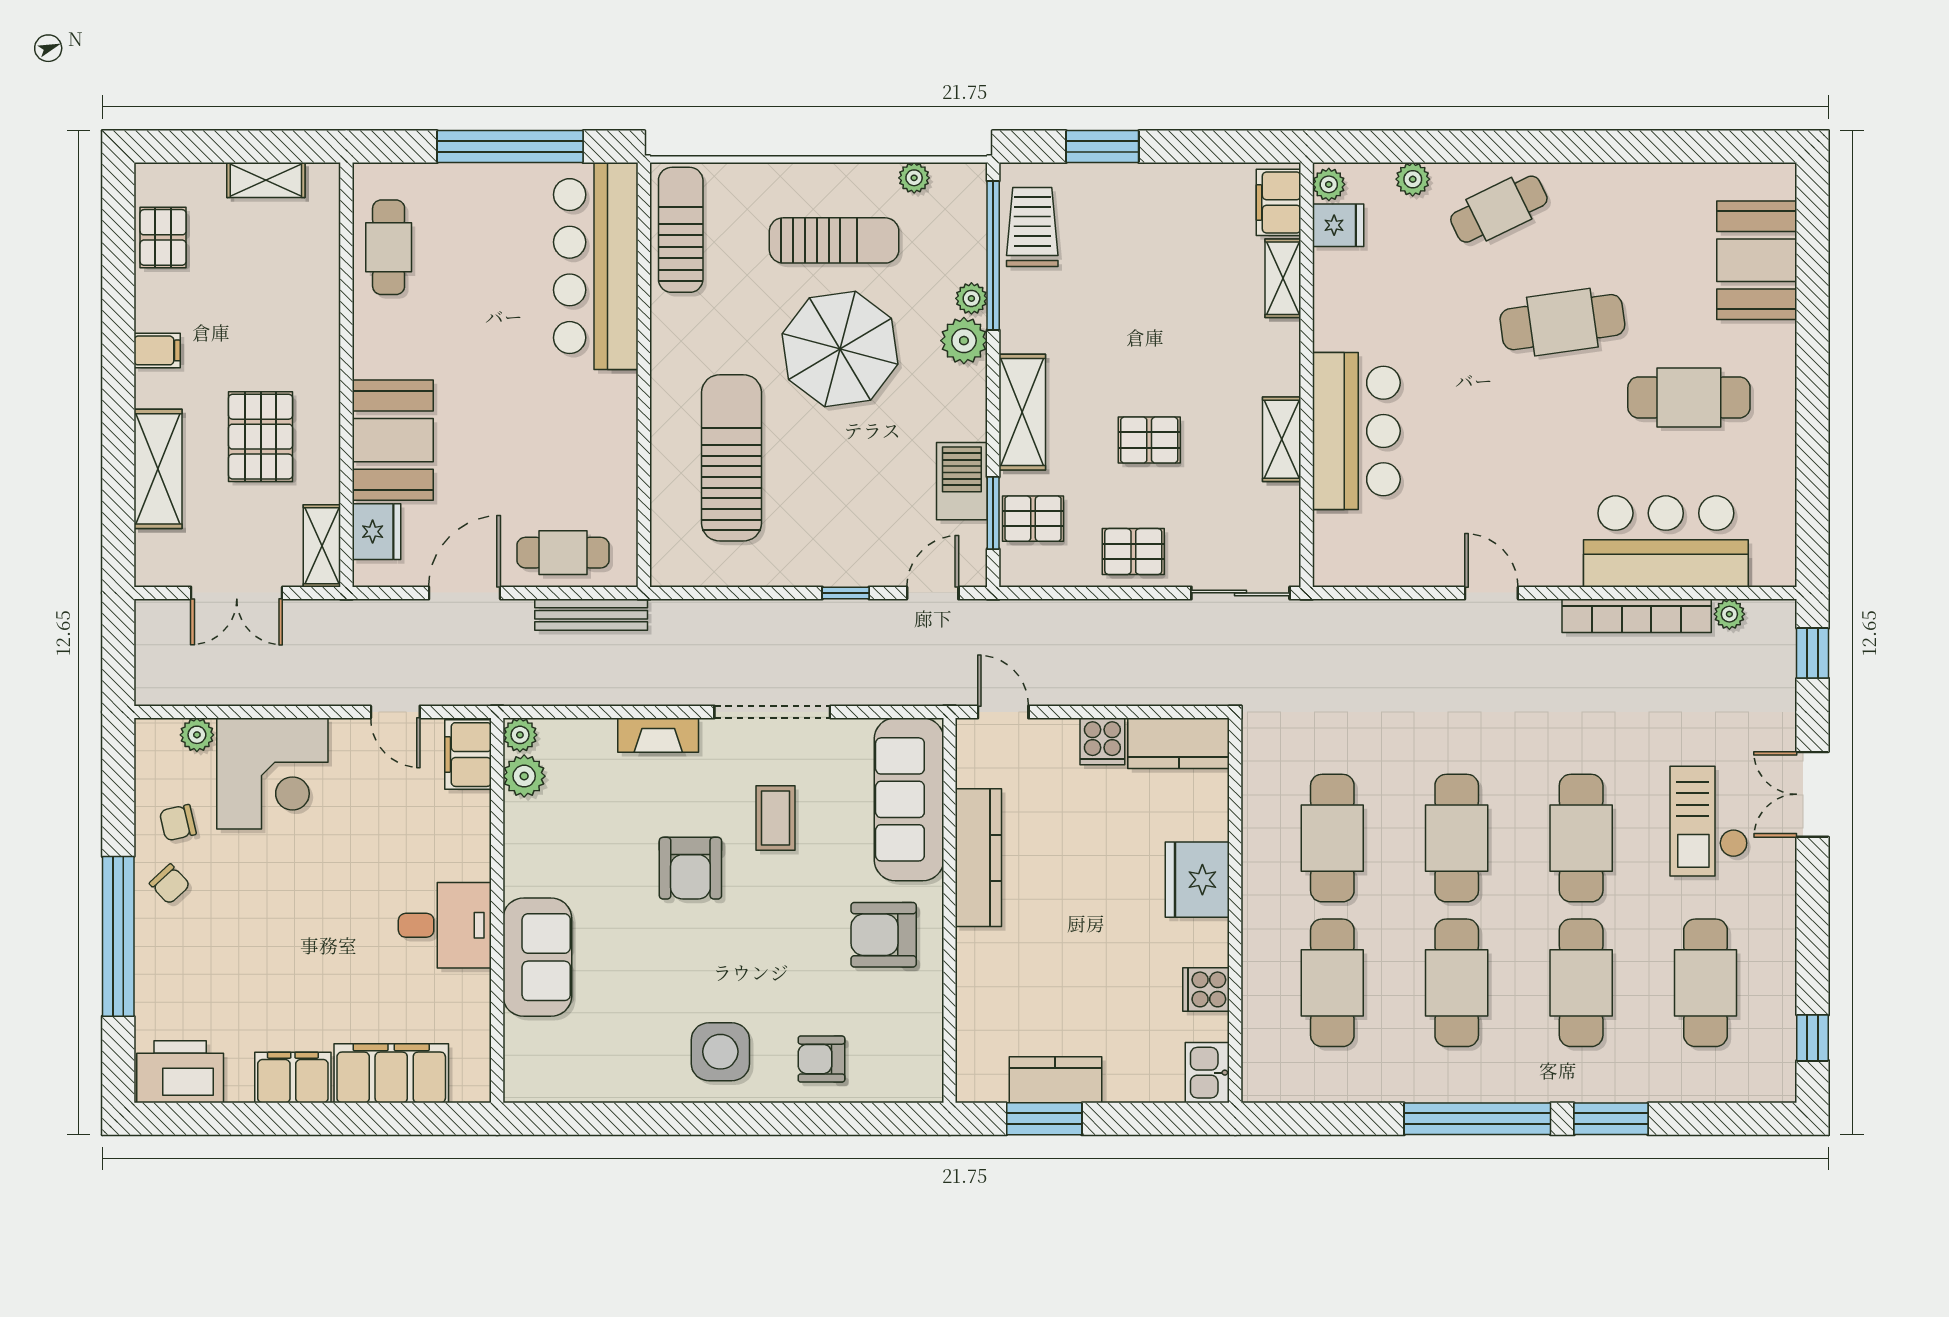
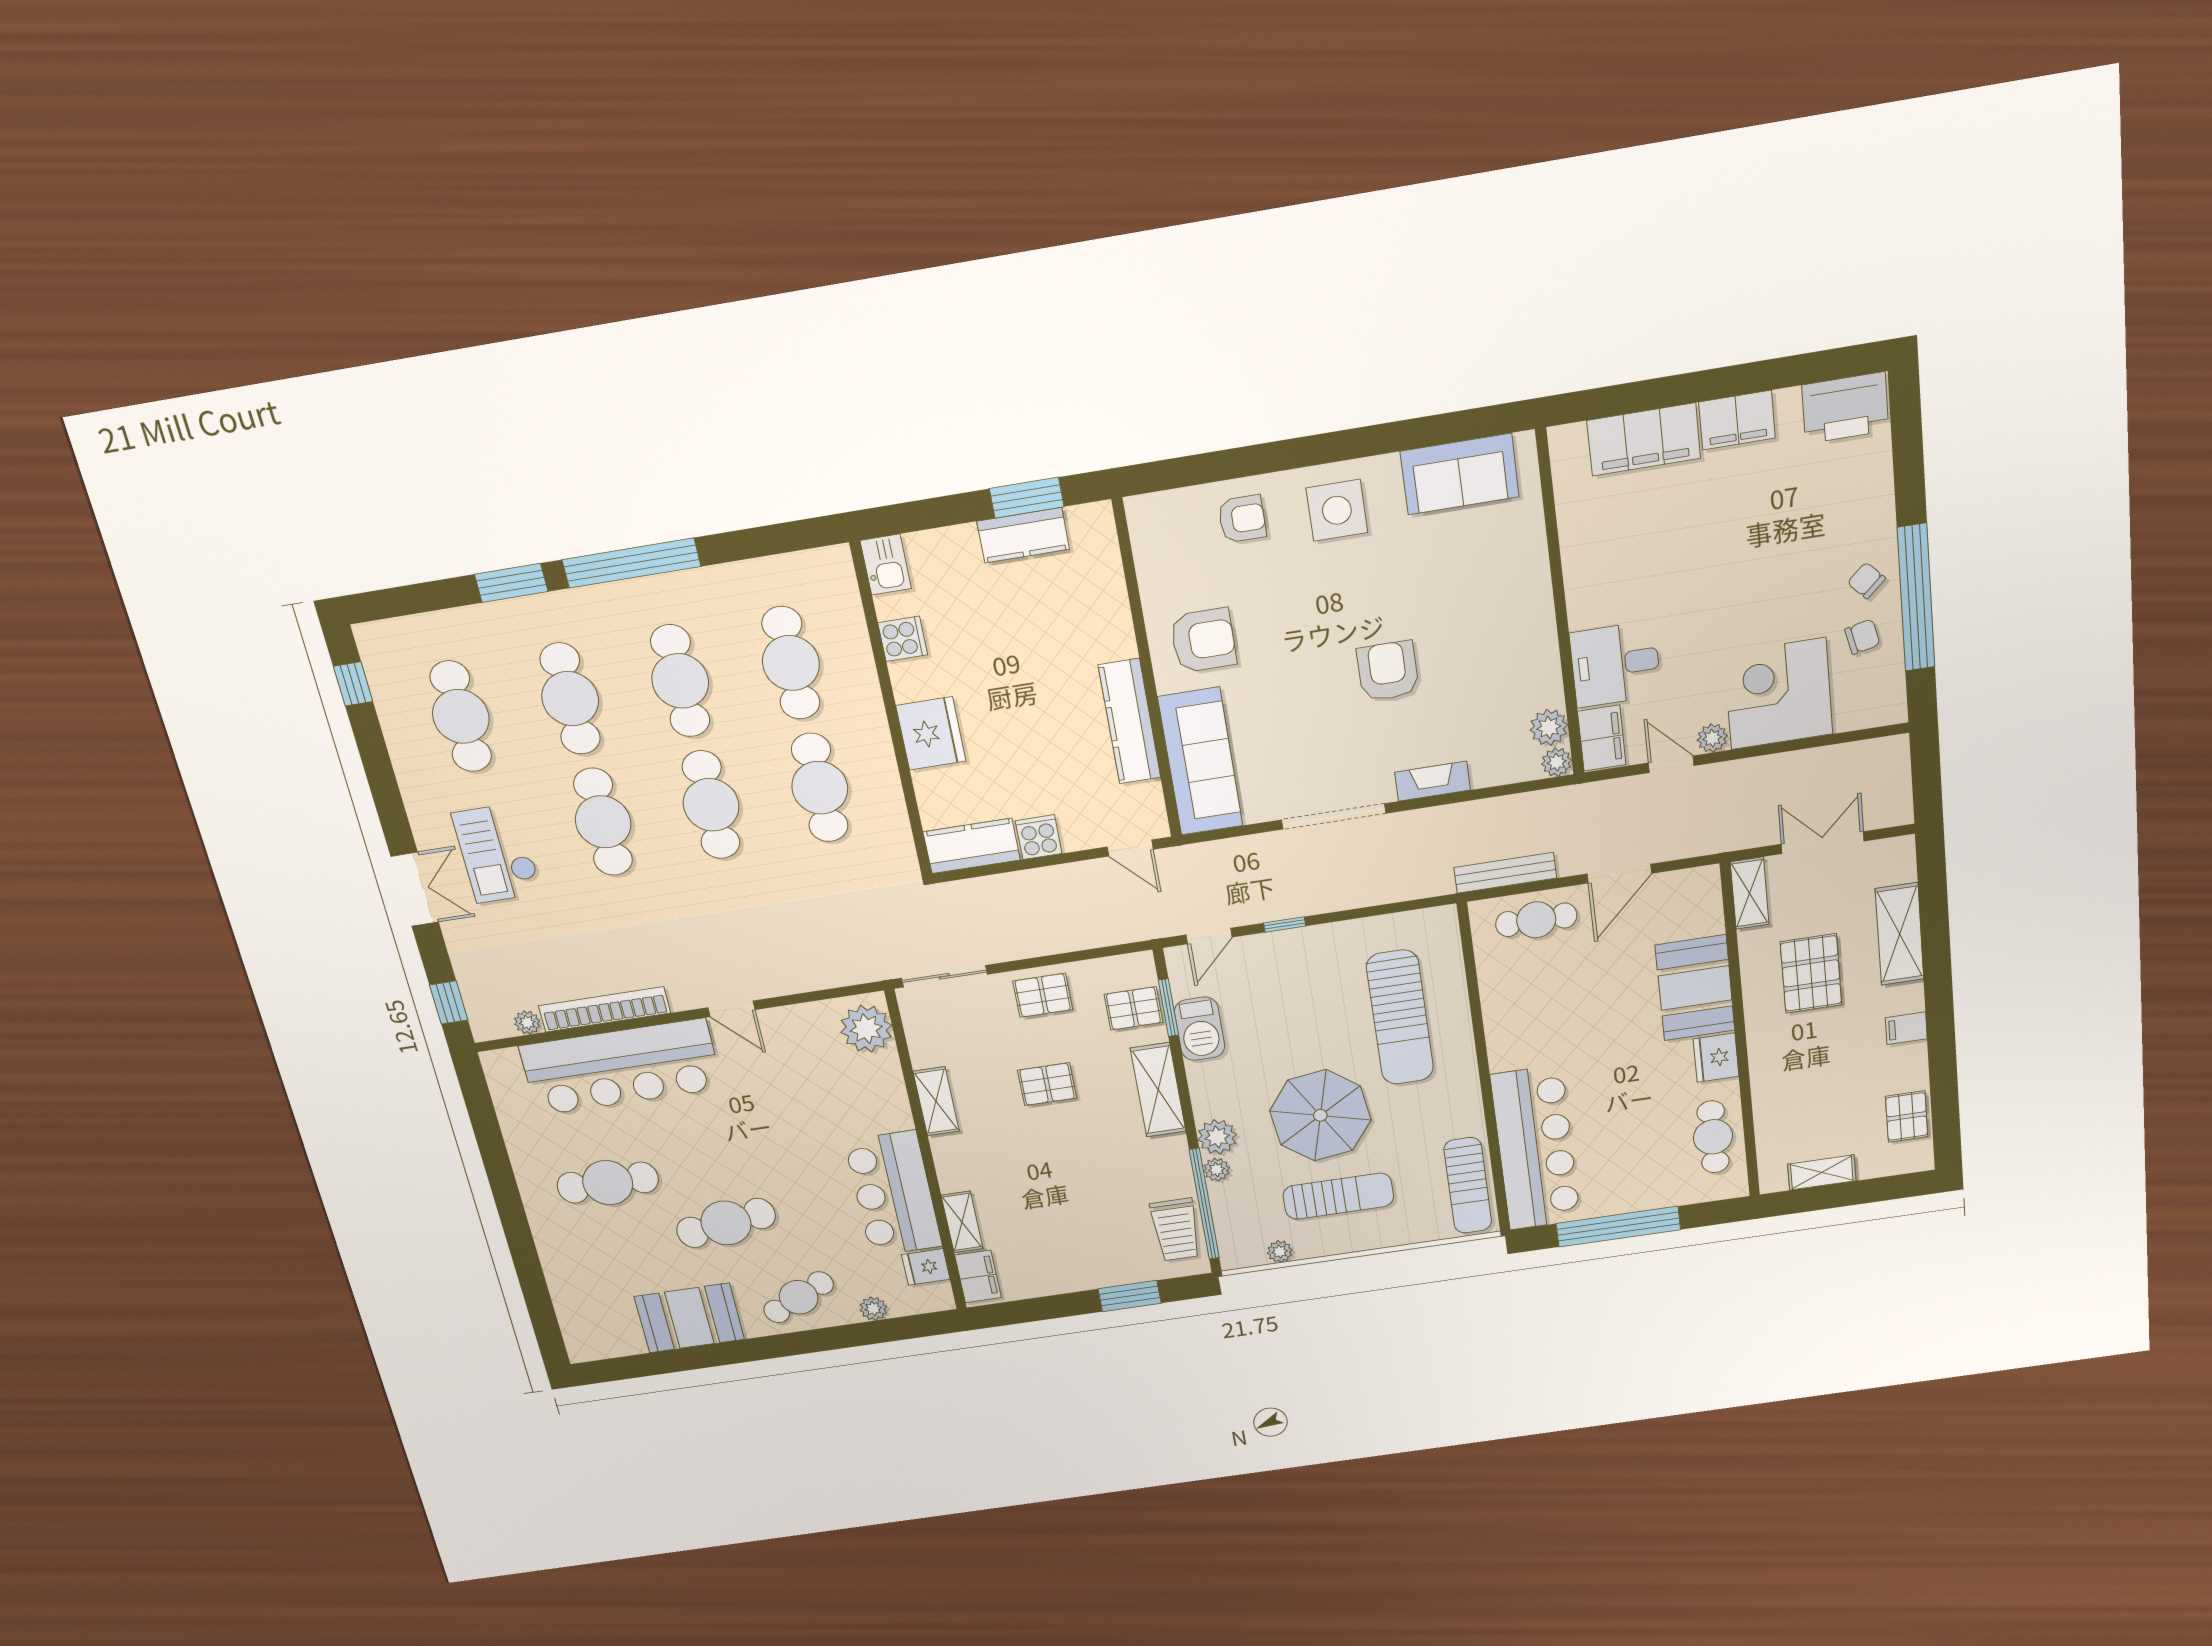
plant: (1329, 184) -> (866, 1029), moved, width x1.87, depth x1.87
sun lounger: (834, 240) -> (1338, 1196), turned 180
booth: (1757, 260) -> (689, 1318), moved, turned 90
bar counter: (1356, 431) -> (893, 1194), moved
fridge: (376, 532) -> (1716, 1058), moved
bar counter: (1666, 541) -> (621, 1067), width x1.36
plant: (197, 735) -> (1712, 738), moved
coffee table: (775, 818) -> (1317, 727), removed
checkout: (1709, 821) -> (497, 853), turned 180
desk: (445, 925) -> (1615, 664), moved
window: (118, 936) -> (1916, 598), moved
sofa: (537, 957) -> (1460, 474), moved, turned -90

